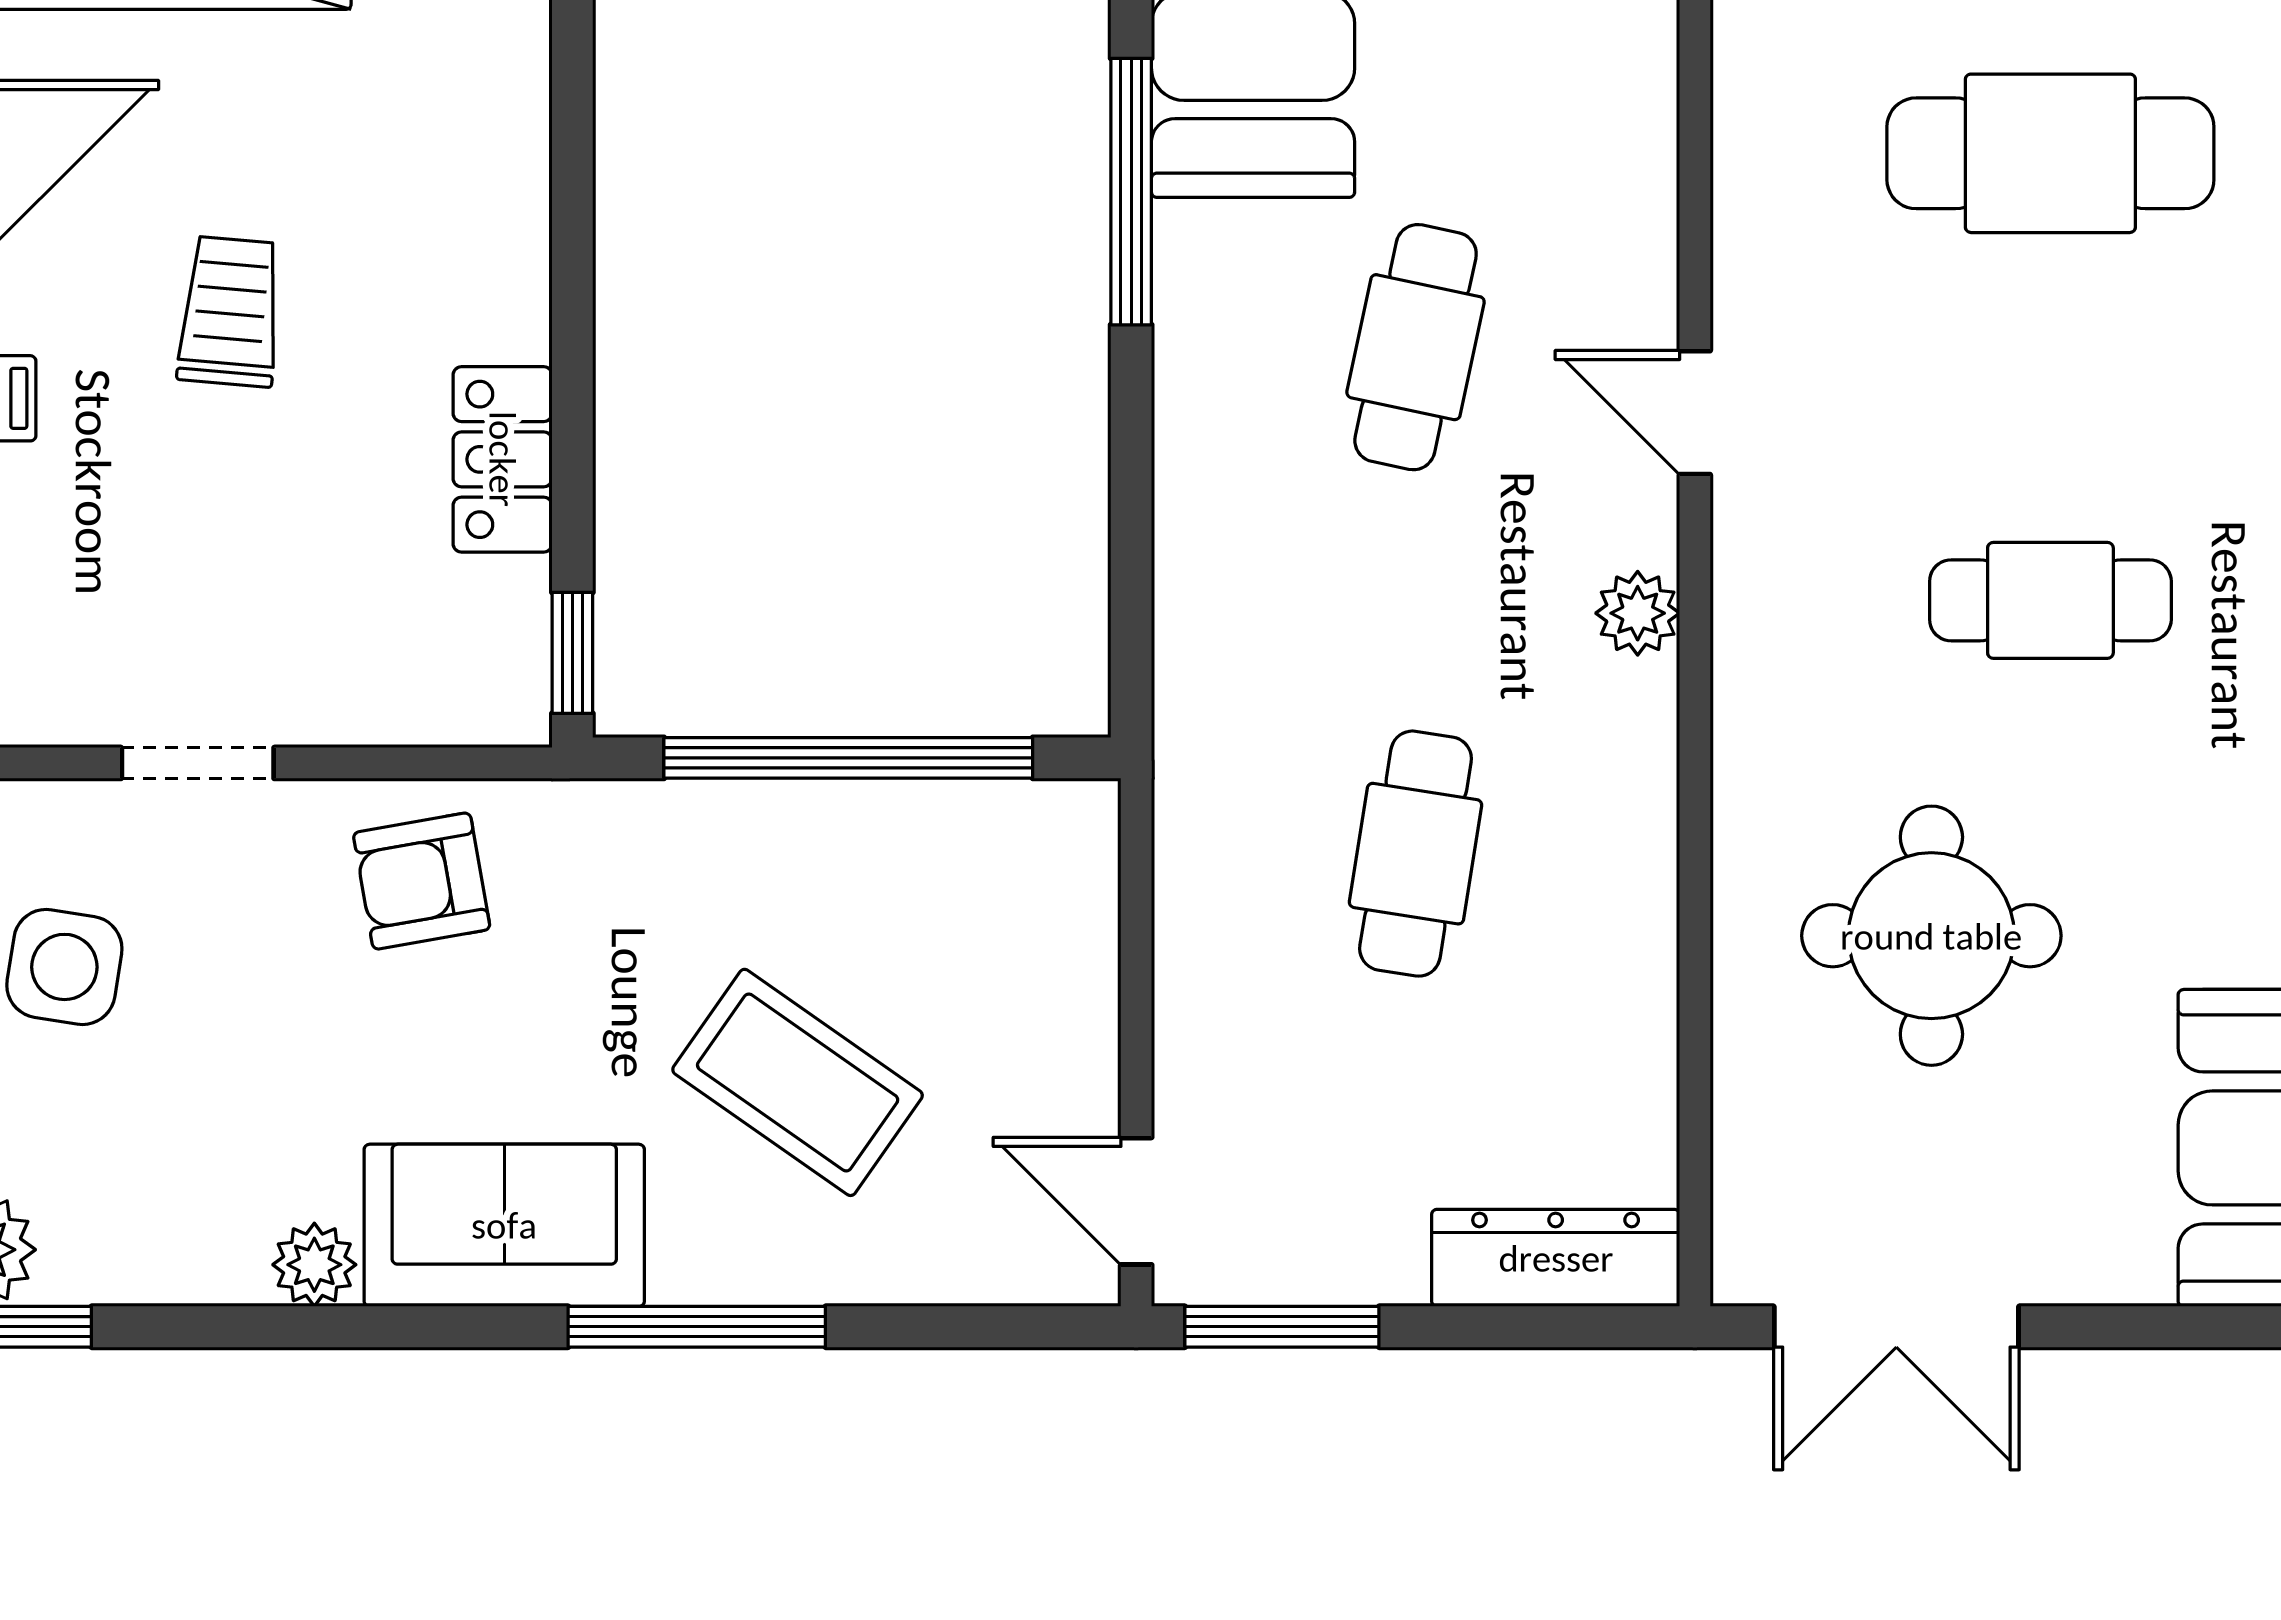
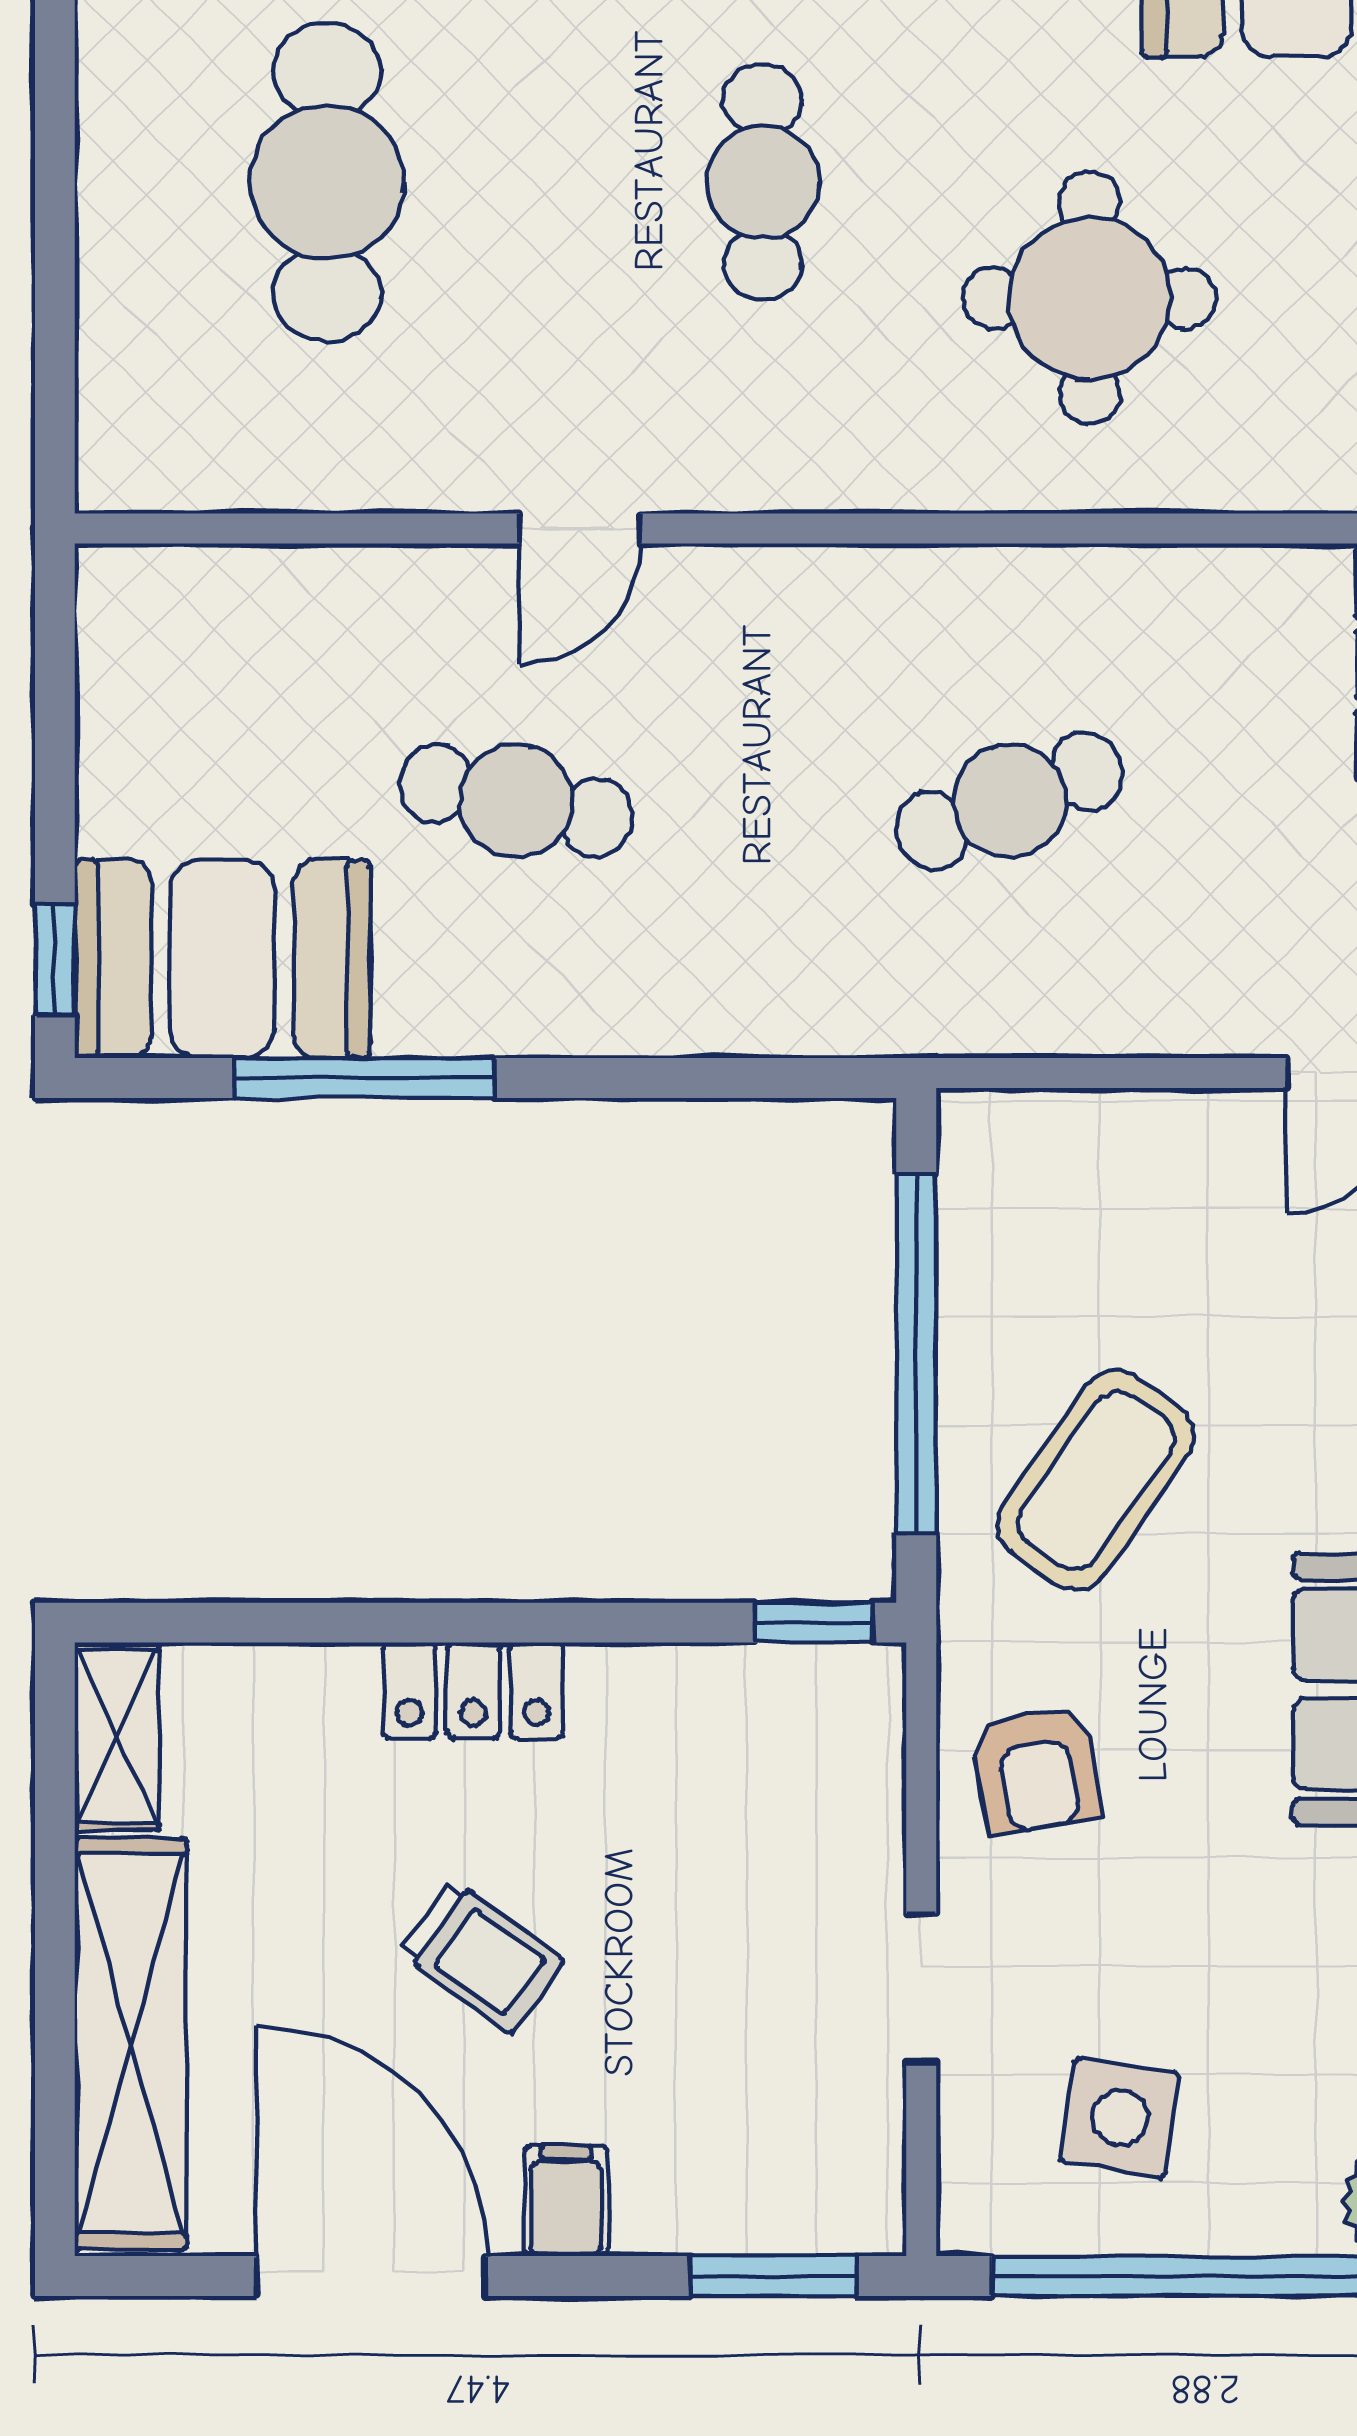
trolley: (230, 312) -> (481, 1956), turned -149
locker: (503, 459) -> (473, 1691), moved
plant: (1638, 613) -> (775, 584), removed
cafe table: (1416, 854) -> (1010, 801), turned -30
coffee table: (798, 1082) -> (1096, 1480), moved

